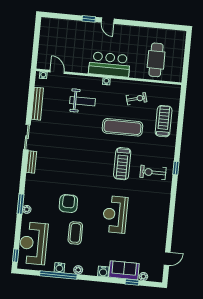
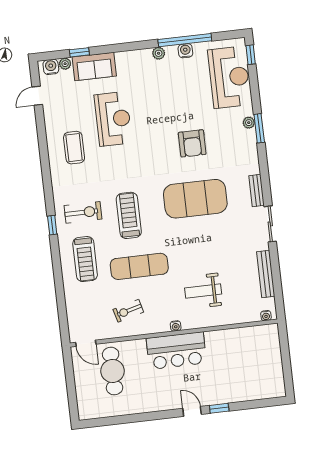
door: (57, 72) -> (86, 343), moved
treadmill: (164, 121) -> (85, 259), moved
exercise mat: (74, 165) -> (195, 199), added
reception desk: (115, 214) -> (113, 119), moved
coffee table: (75, 233) -> (74, 148), moved
water cooler: (103, 272) -> (51, 67), moved

